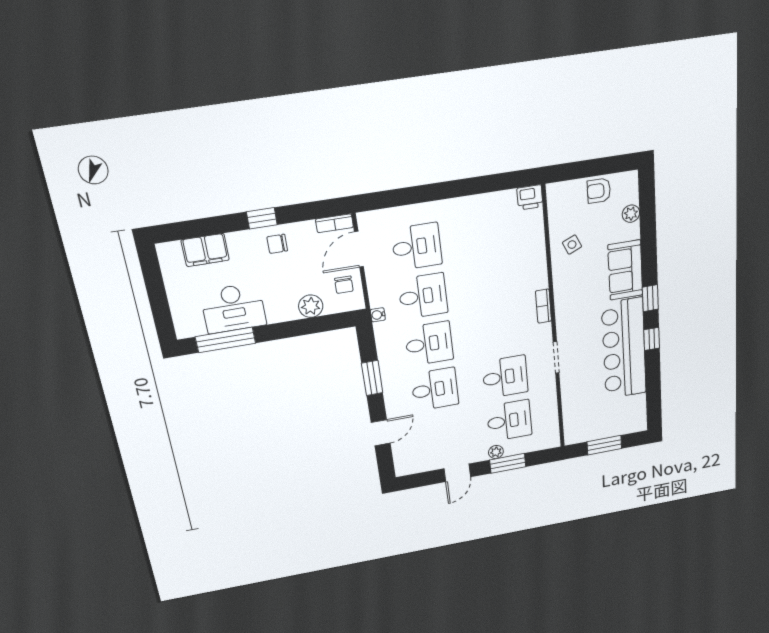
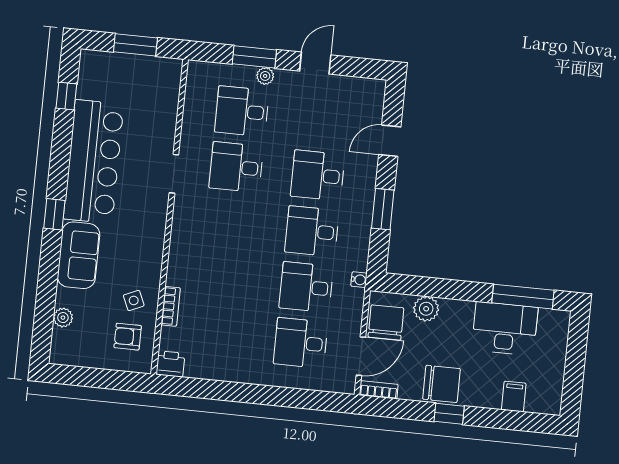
armchair: (599, 191) -> (128, 337), moved, turned 180
chair: (277, 244) -> (441, 384), width x1.87, depth x1.87
filing cabinet: (205, 250) -> (514, 396), width x0.50
chair: (344, 285) -> (386, 323), width x1.87, depth x1.87
bookcase: (543, 306) -> (171, 306), moved
window: (652, 339) -> (66, 96), moved

